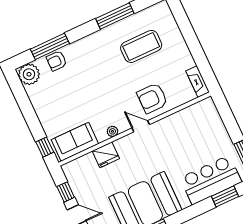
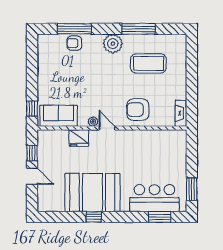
plant: (29, 74) -> (113, 44), moved
door: (141, 126) -> (107, 128), moved

